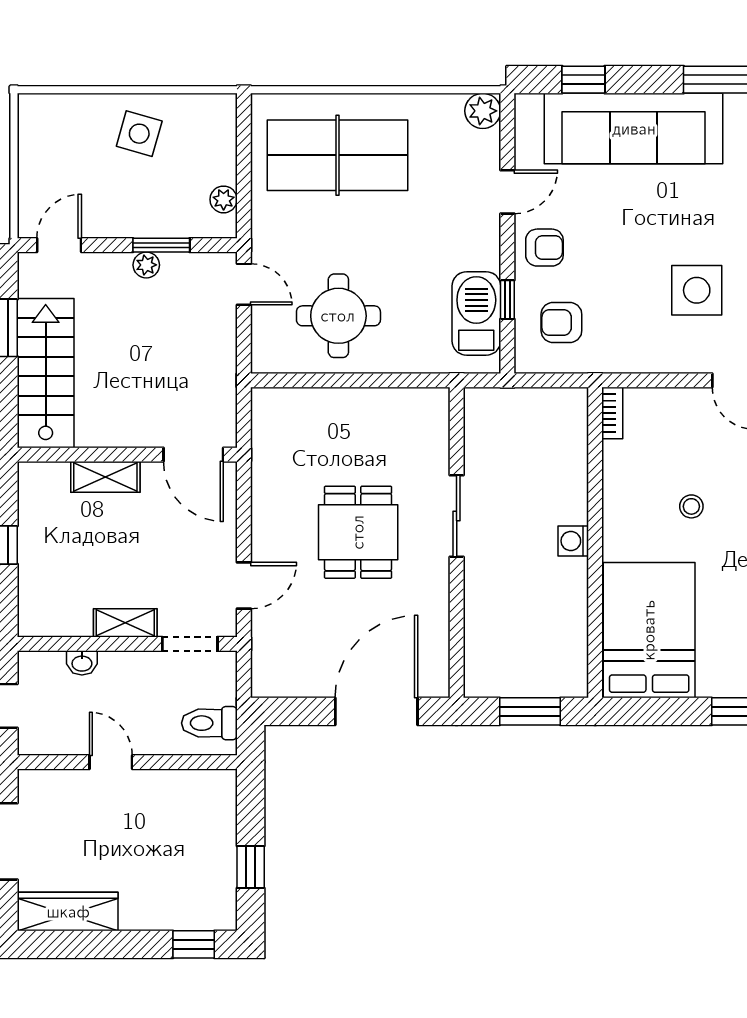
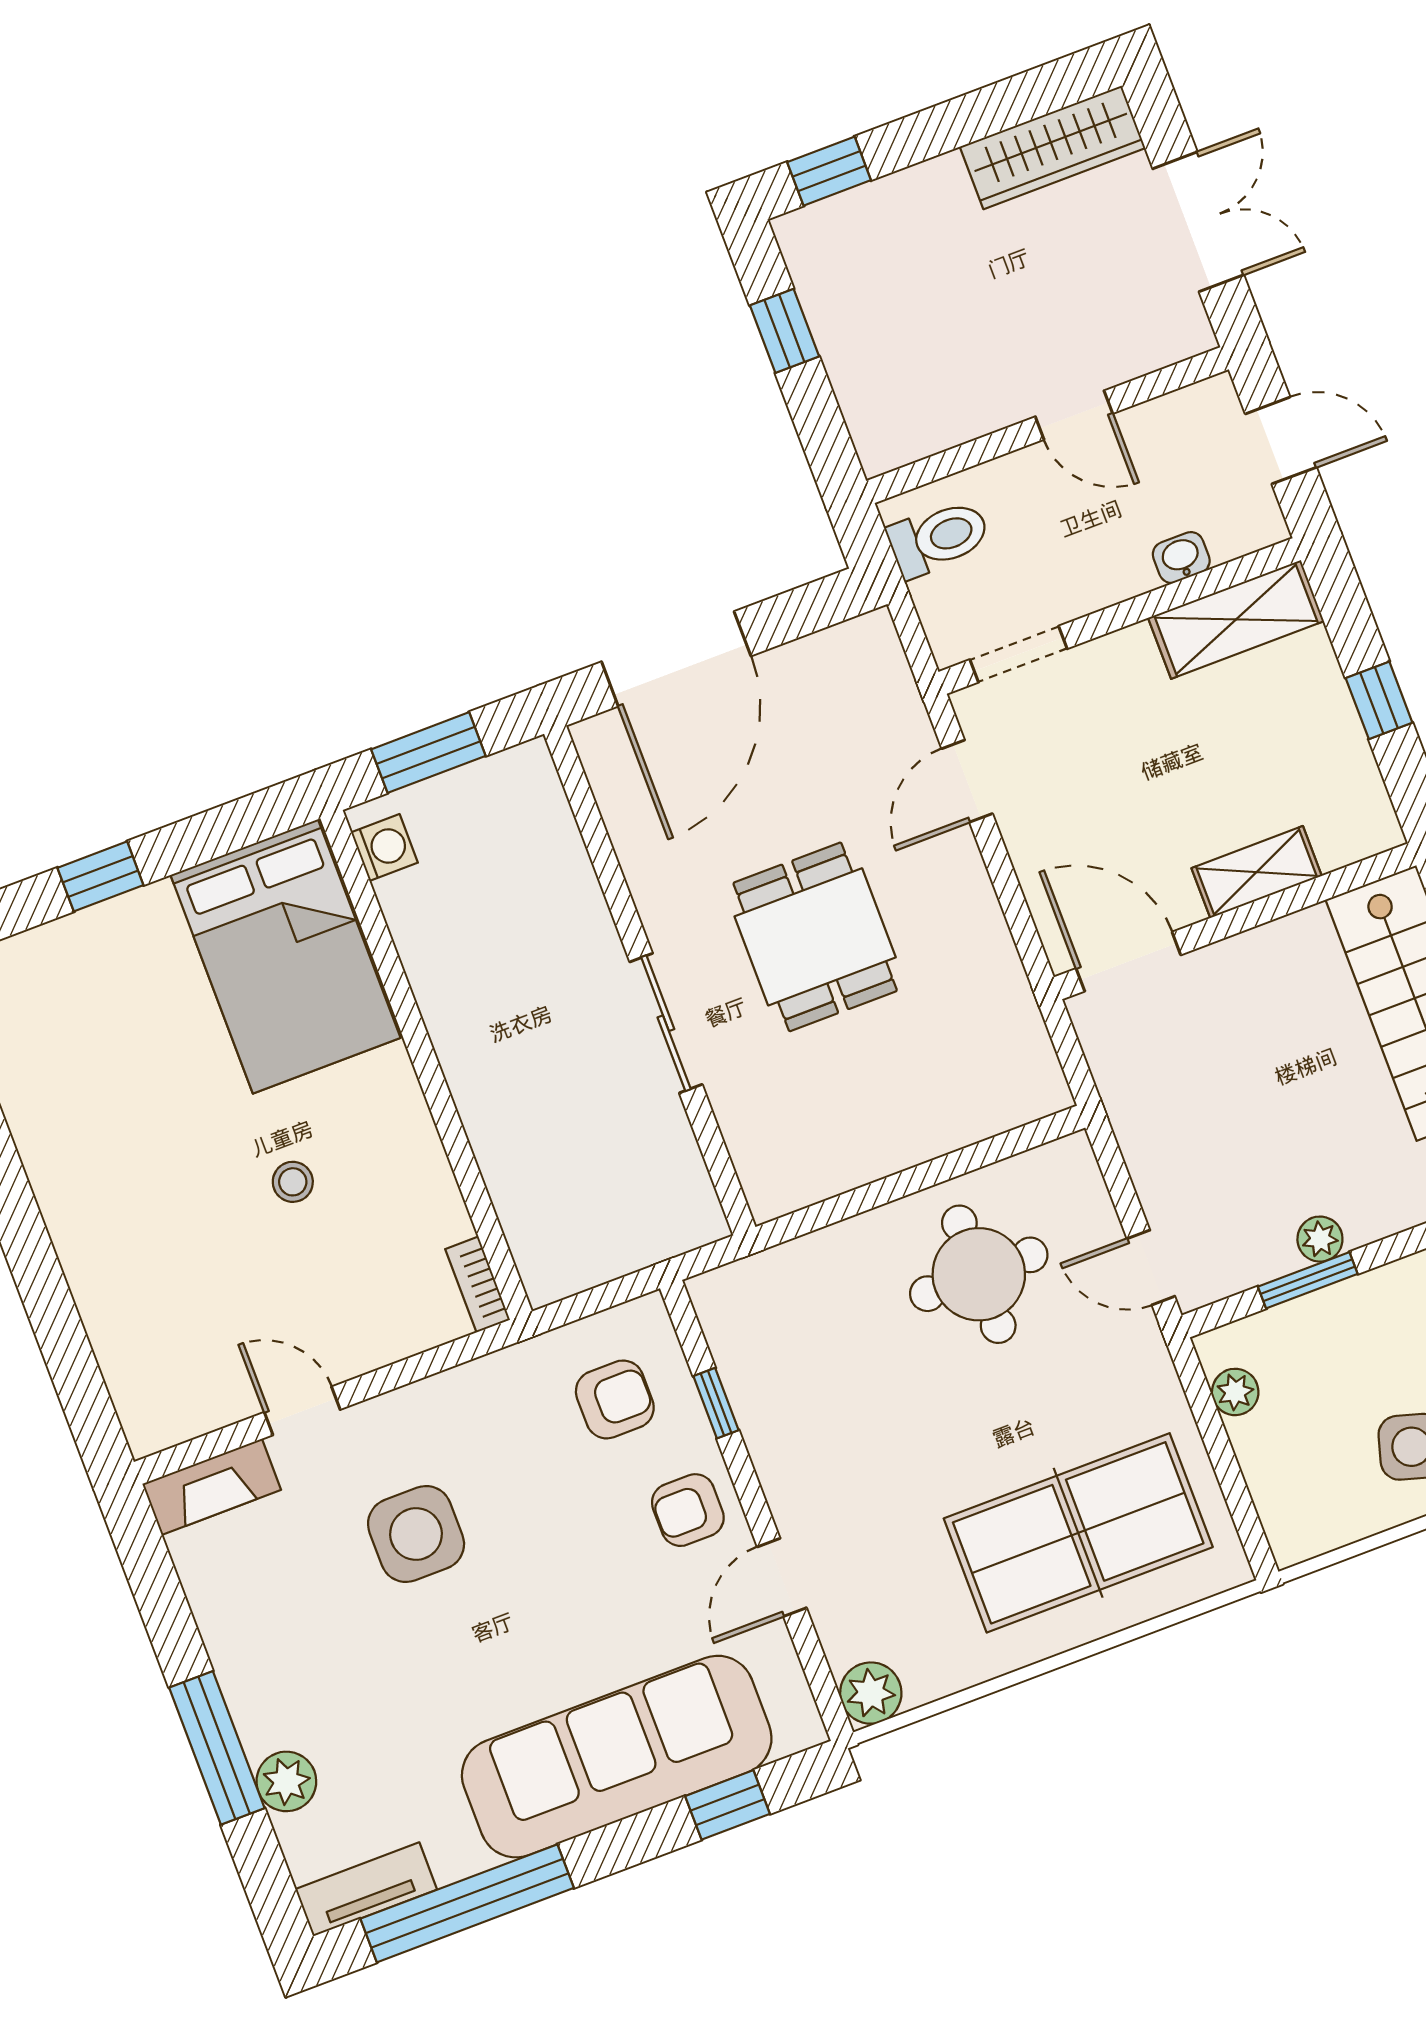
barbecue: (476, 313) -> (758, 1362), removed
washing machine: (573, 541) -> (384, 847), moved
shelving: (125, 623) -> (1236, 619), moved, width x1.50, depth x1.33

